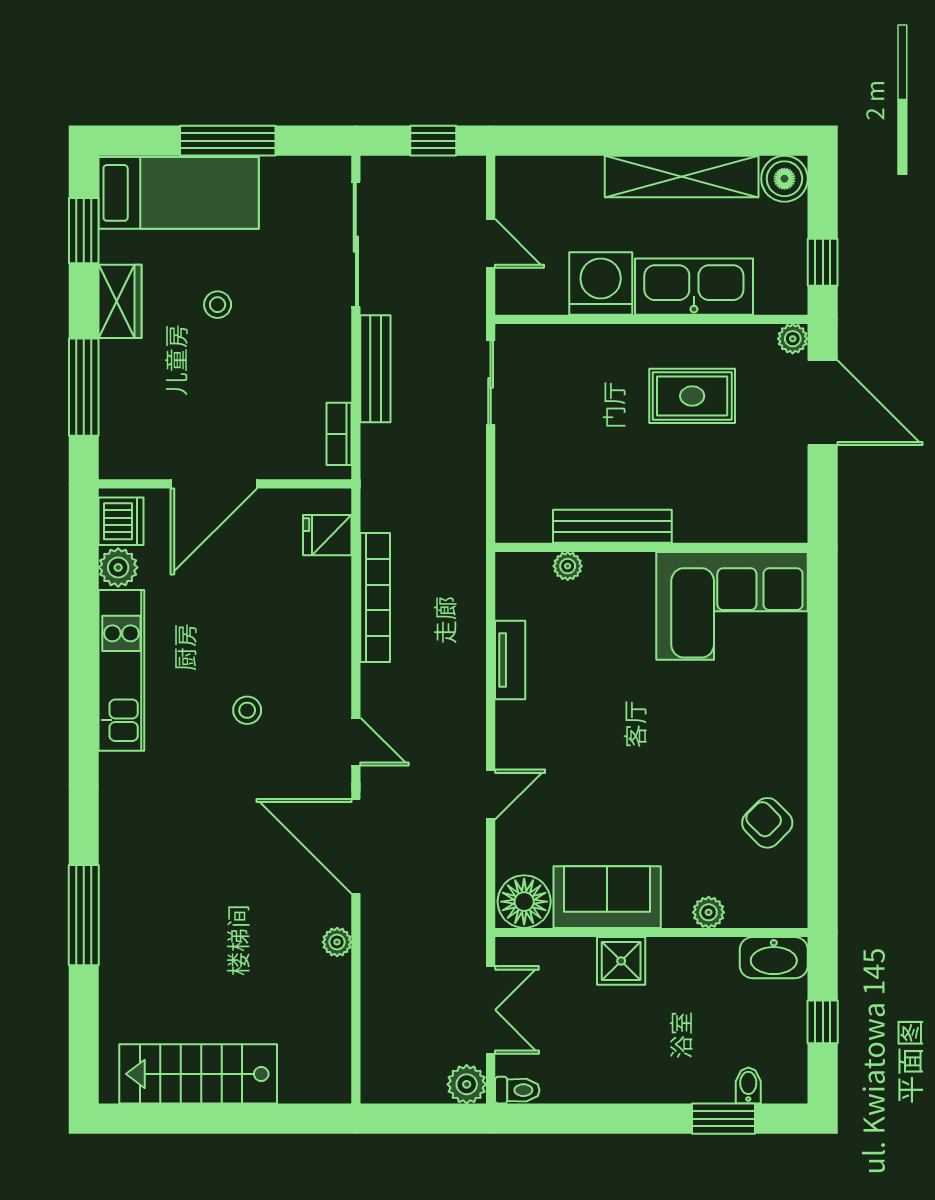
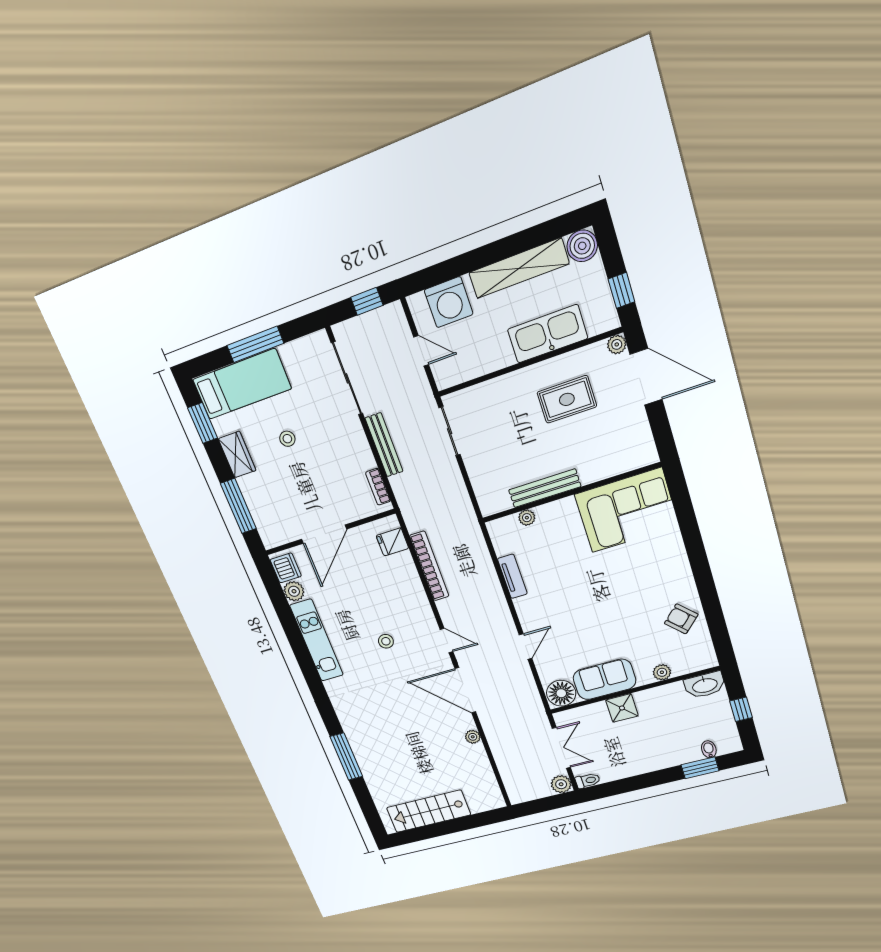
washing machine: (601, 283) -> (449, 302), moved, turned 180

